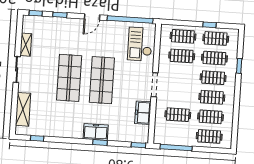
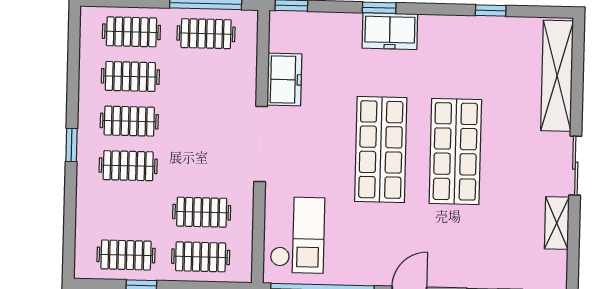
clothes rail: (214, 58) -> (127, 210), removed
window: (239, 66) -> (71, 145), moved
doorway: (155, 85) -> (261, 144), width x1.36
shelving: (23, 109) -> (557, 76), width x1.47
clothes rail: (178, 115) -> (206, 34), moved
window: (37, 138) -> (491, 10), moved

